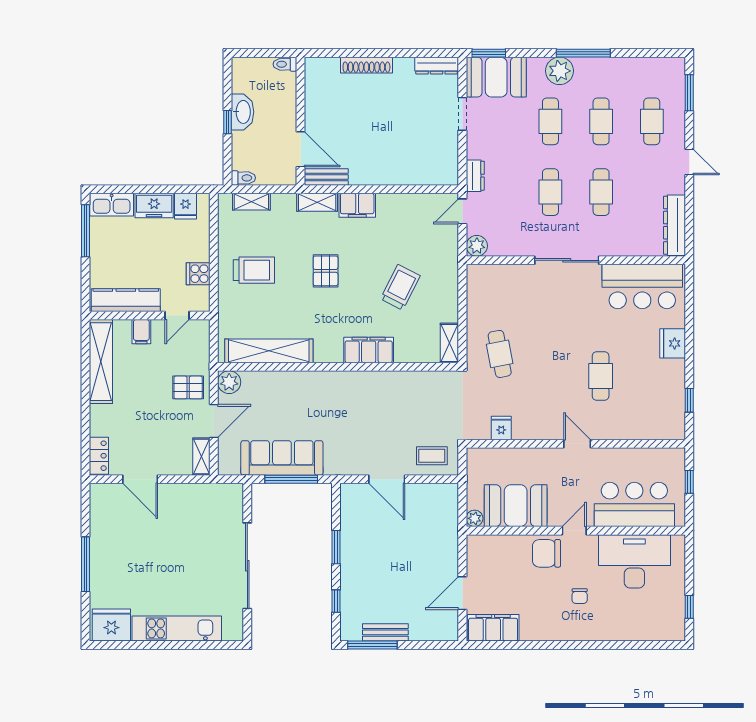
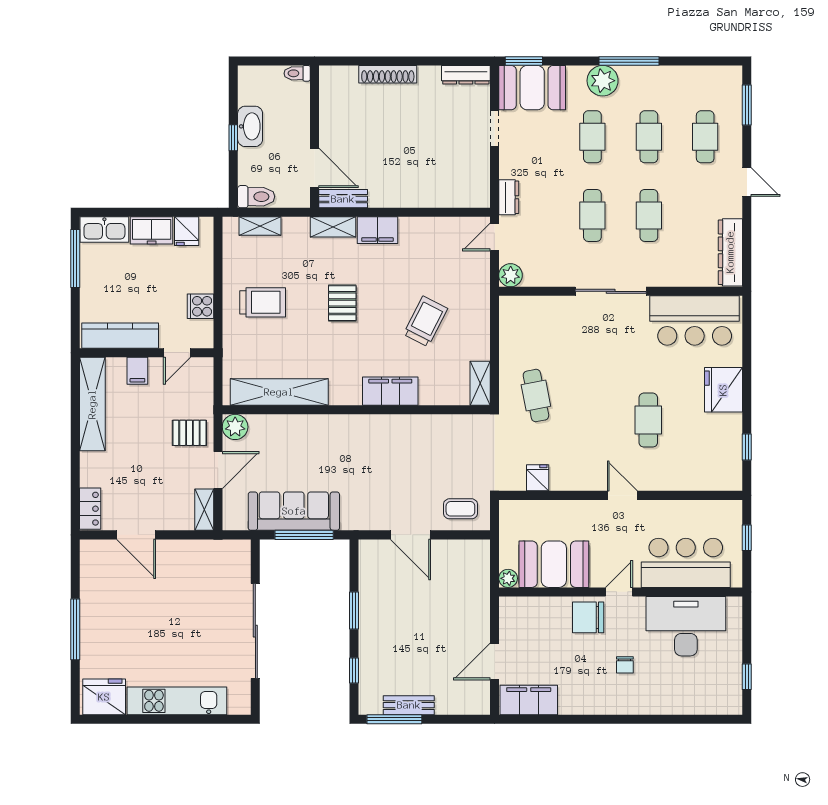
toilet: (243, 178) -> (256, 197), width x1.37, depth x1.39
fridge: (673, 343) -> (723, 390), width x1.36, depth x1.34

